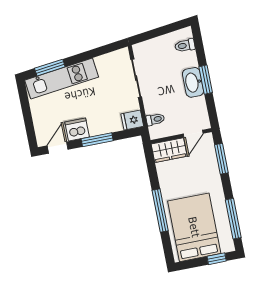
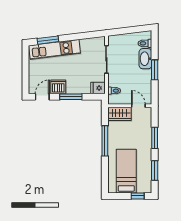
washbasin: (193, 82) -> (145, 59), moved
door: (193, 134) -> (138, 106), swing flipped
window: (221, 159) -> (155, 138), moved
window: (160, 211) -> (105, 141), moved
window: (233, 219) -> (155, 170), width x0.69
bed: (194, 227) -> (126, 171), width x0.67

